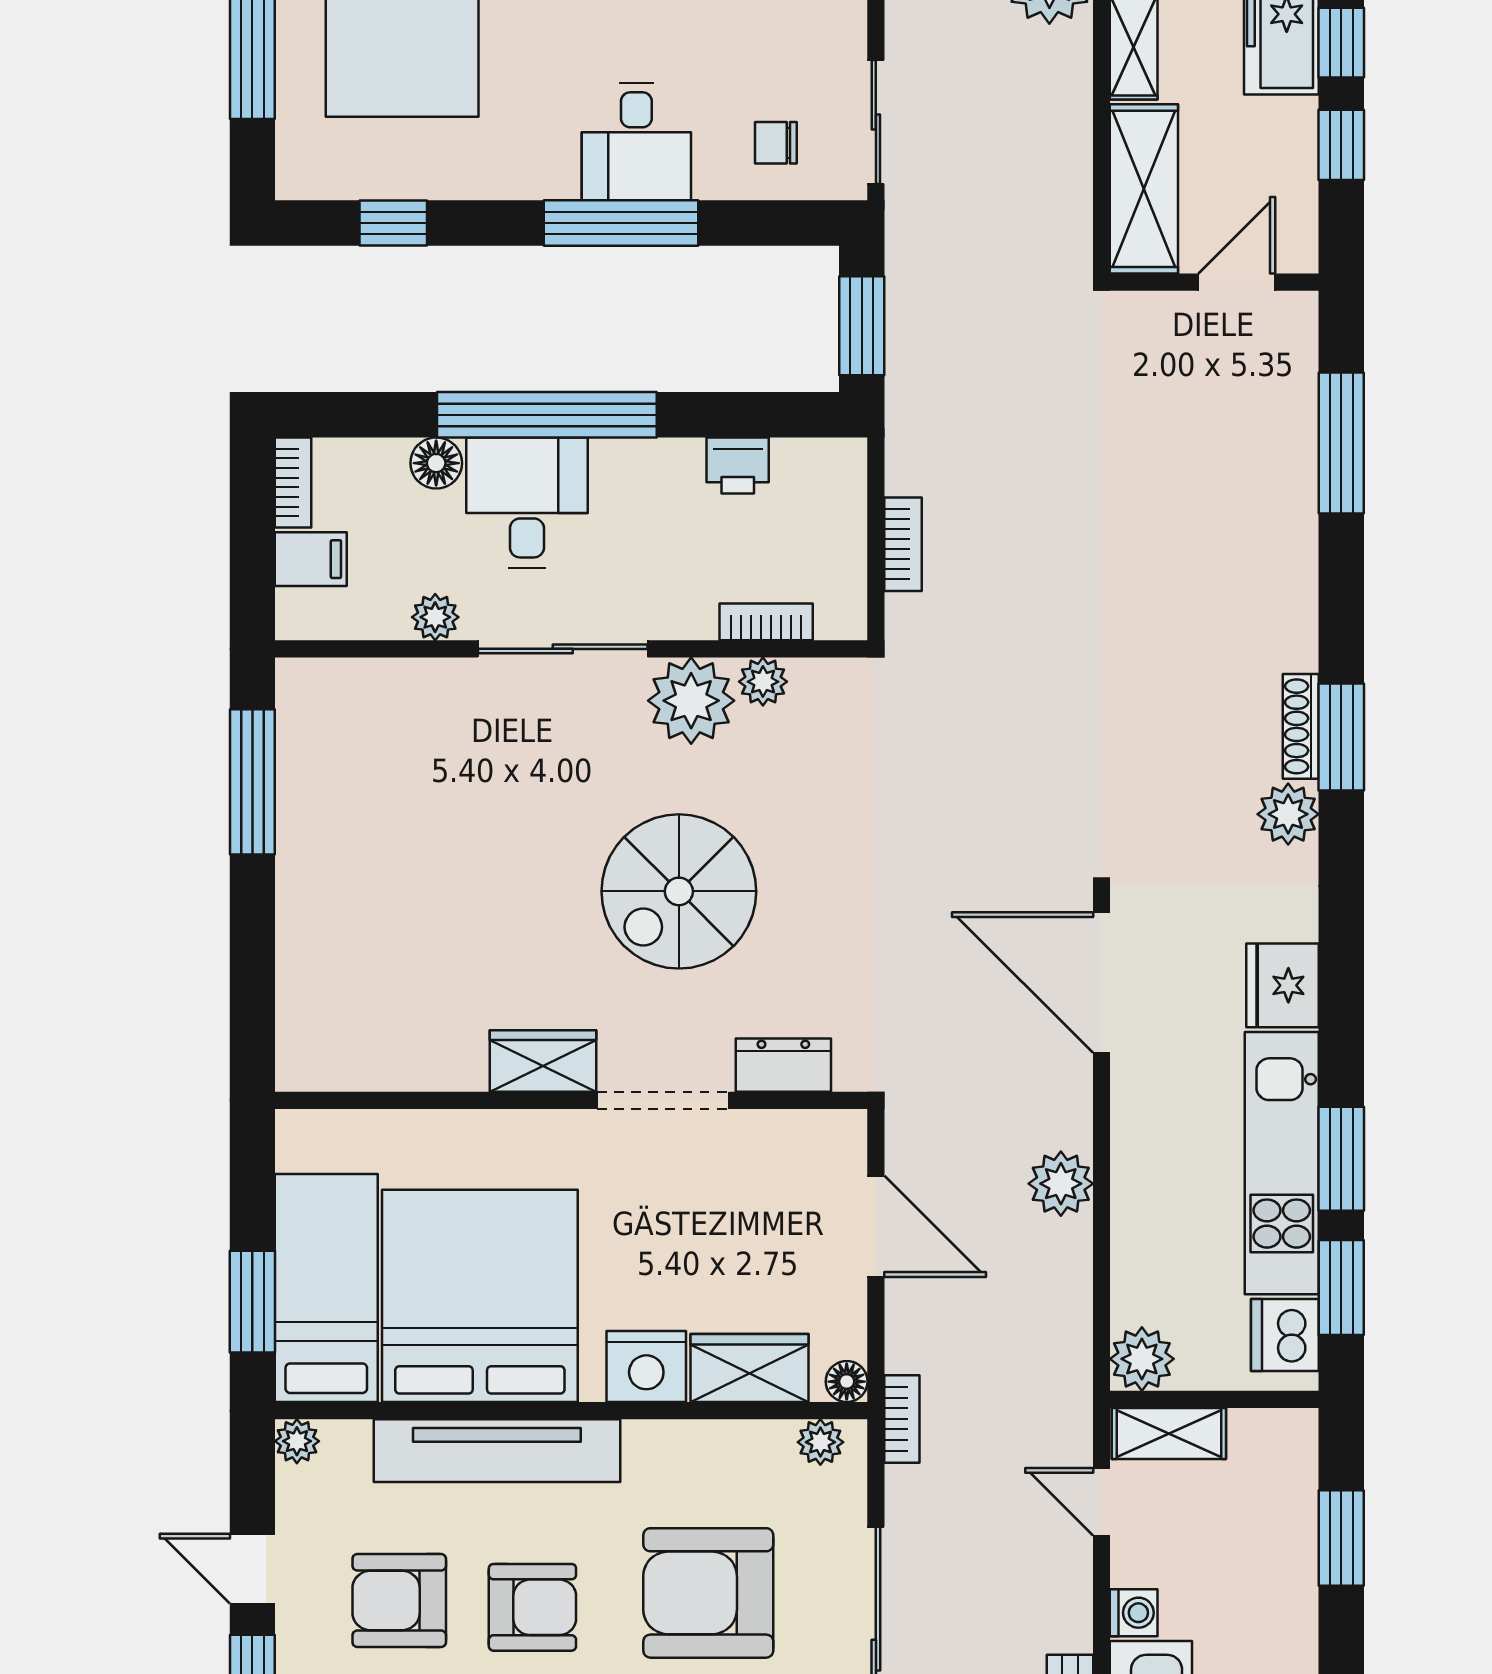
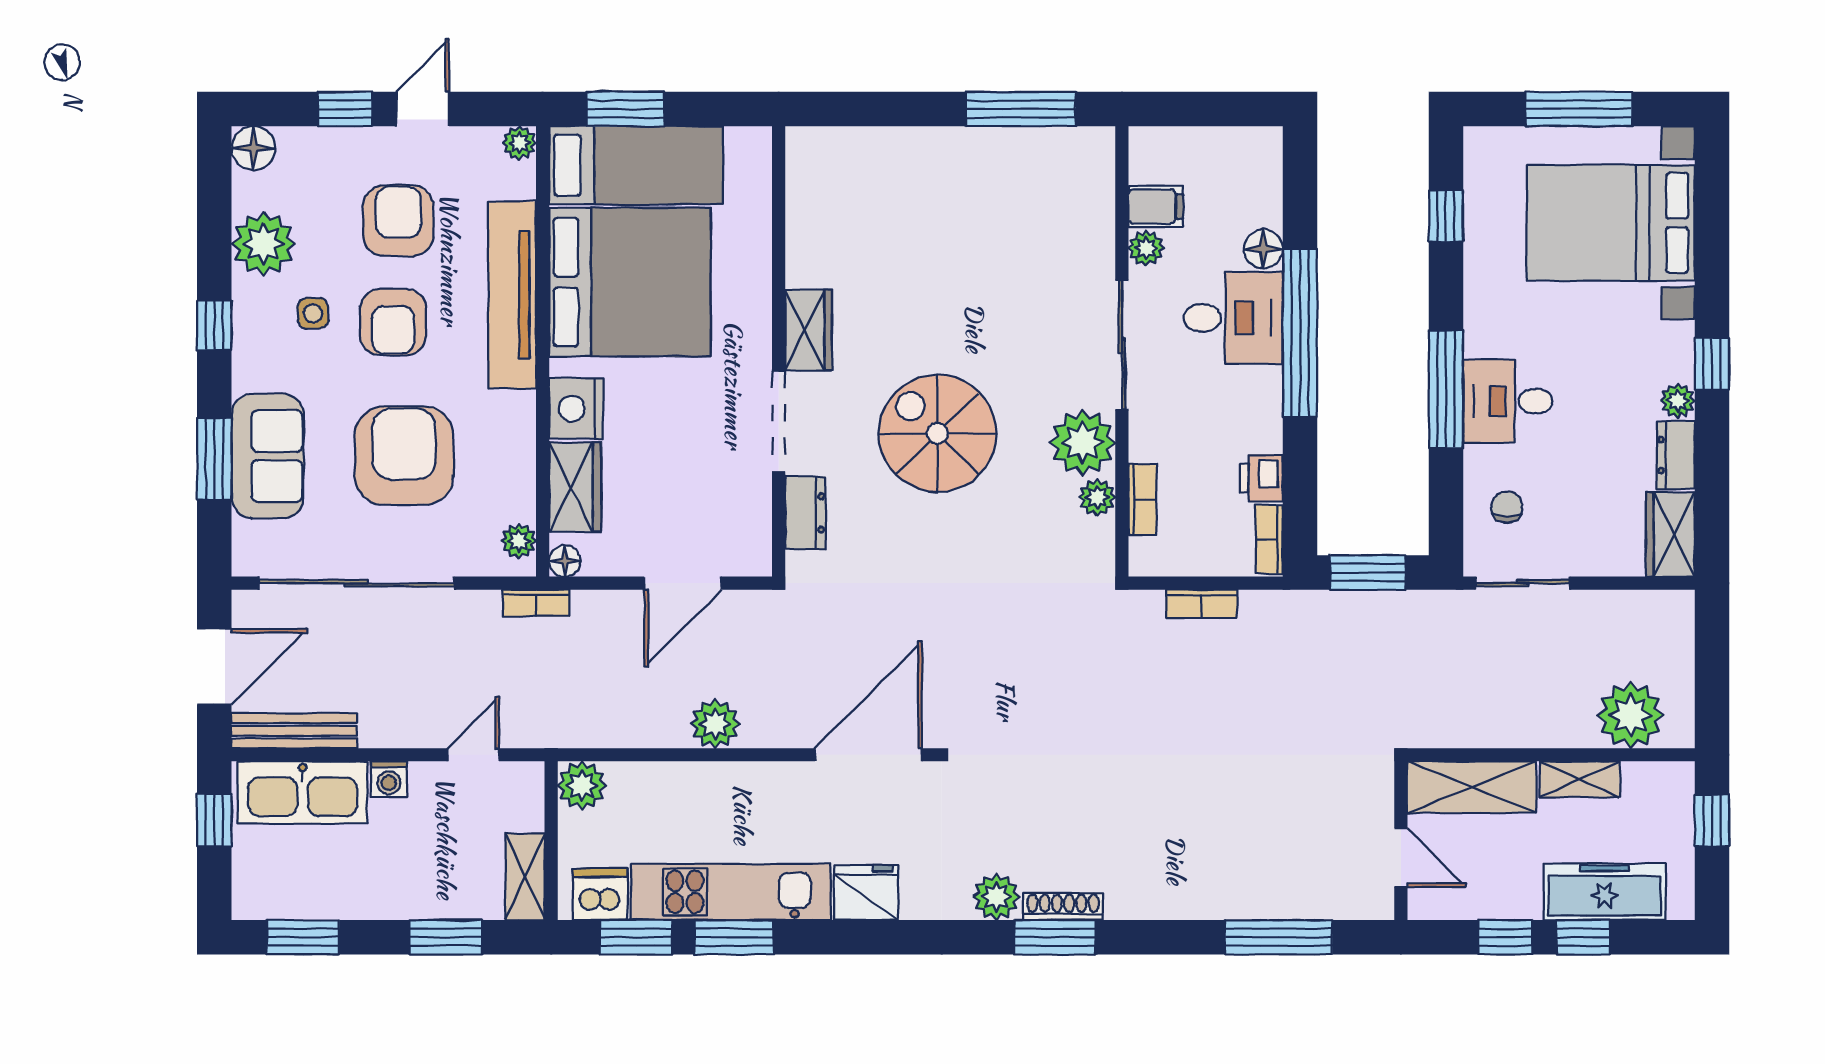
bookcase: (293, 482) -> (1269, 539), moved, turned 90
filing cabinet: (311, 559) -> (1156, 206), moved, turned -90
shelving: (1169, 1433) -> (525, 877), moved

